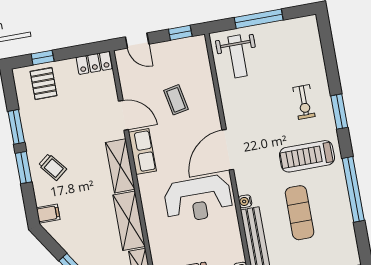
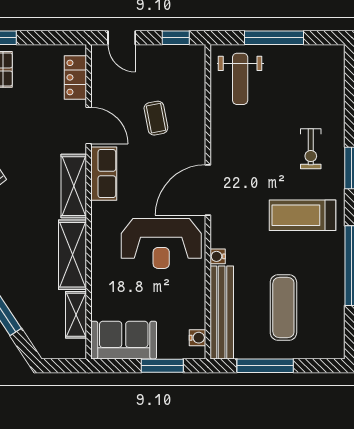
locker: (94, 63) -> (75, 77), moved, turned 90
exercise mat: (300, 213) -> (283, 308), moved

